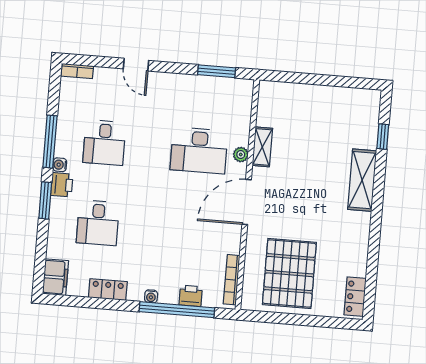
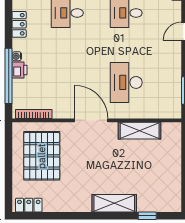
shelving: (262, 147) -> (140, 131), width x1.50, depth x1.33
plant: (241, 155) -> (126, 113), removed
pallet: (289, 273) -> (42, 156), turned 90
printer: (191, 296) -> (19, 70), moved

